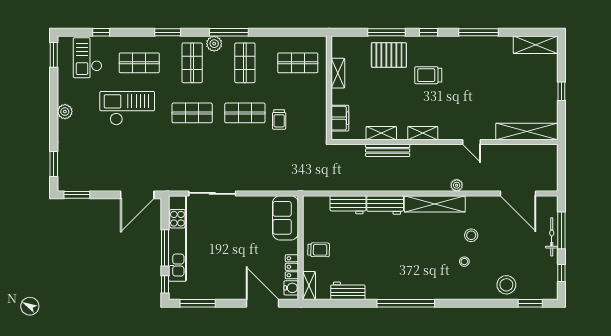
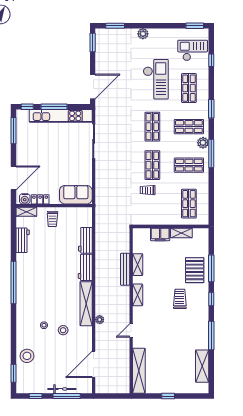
shelving: (536, 45) -> (202, 366), moved
plant: (65, 112) -> (143, 34), moved
filing cabinet: (340, 118) -> (160, 234), moved
door: (137, 195) -> (93, 87), swing flipped

